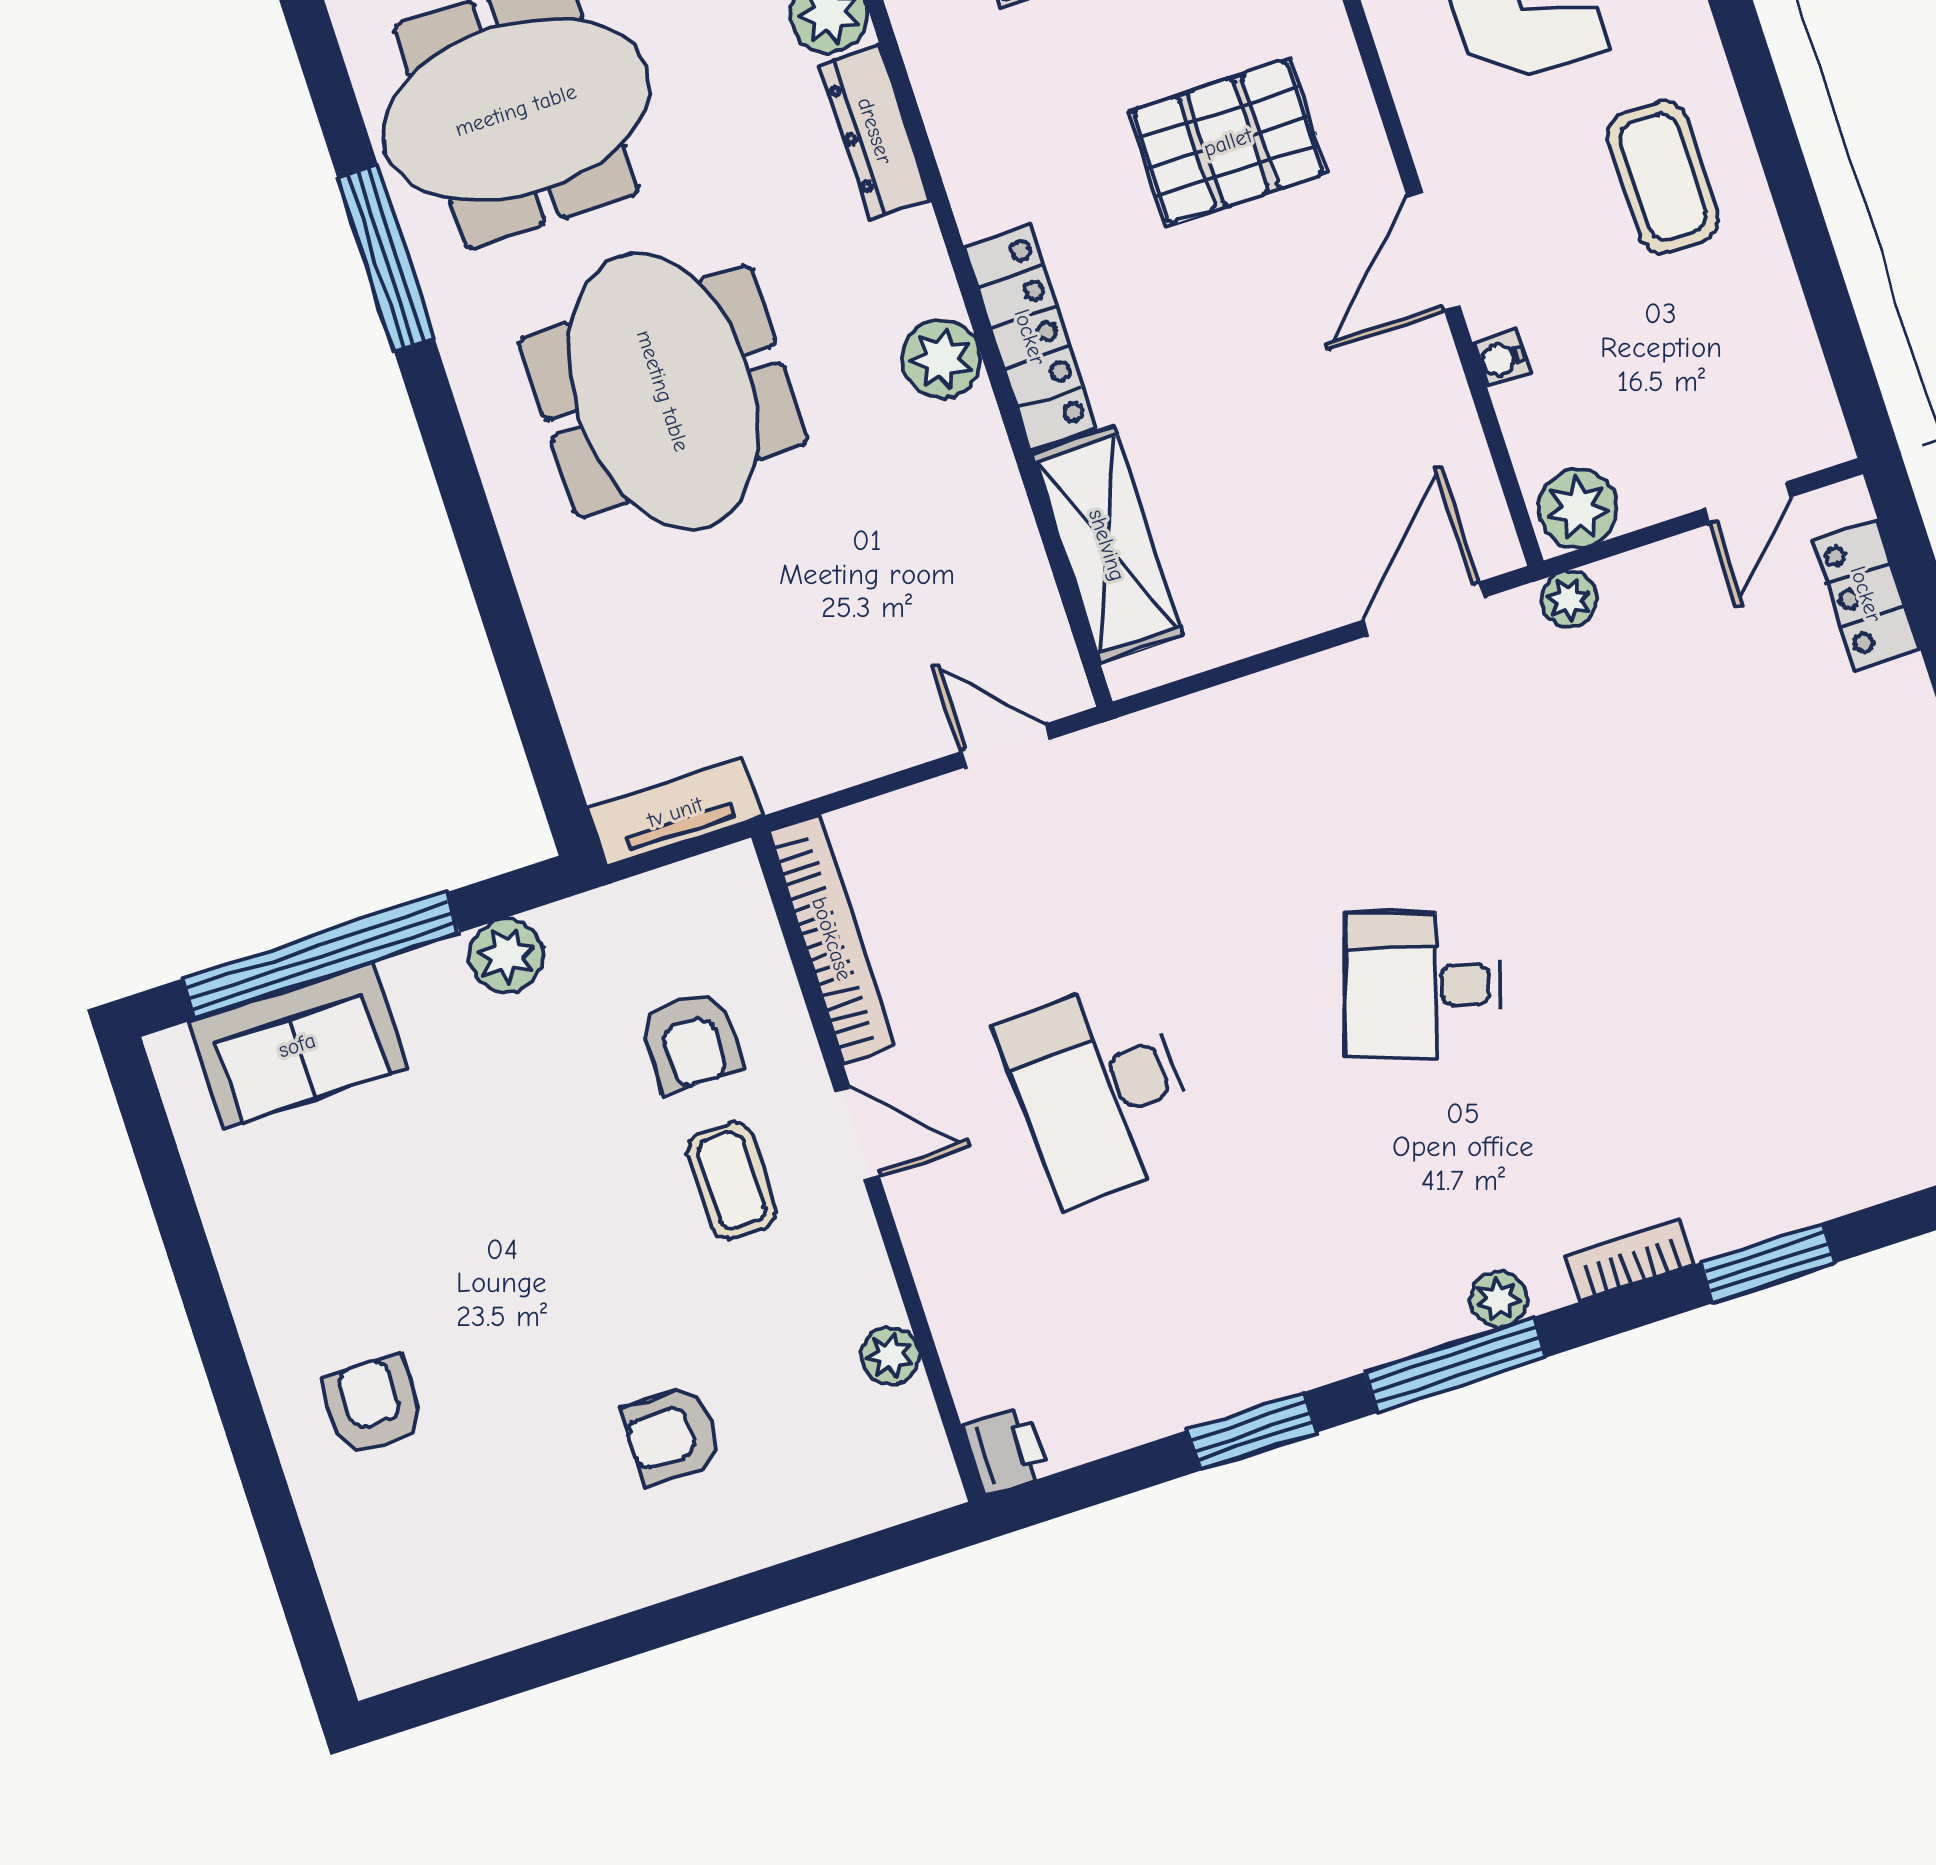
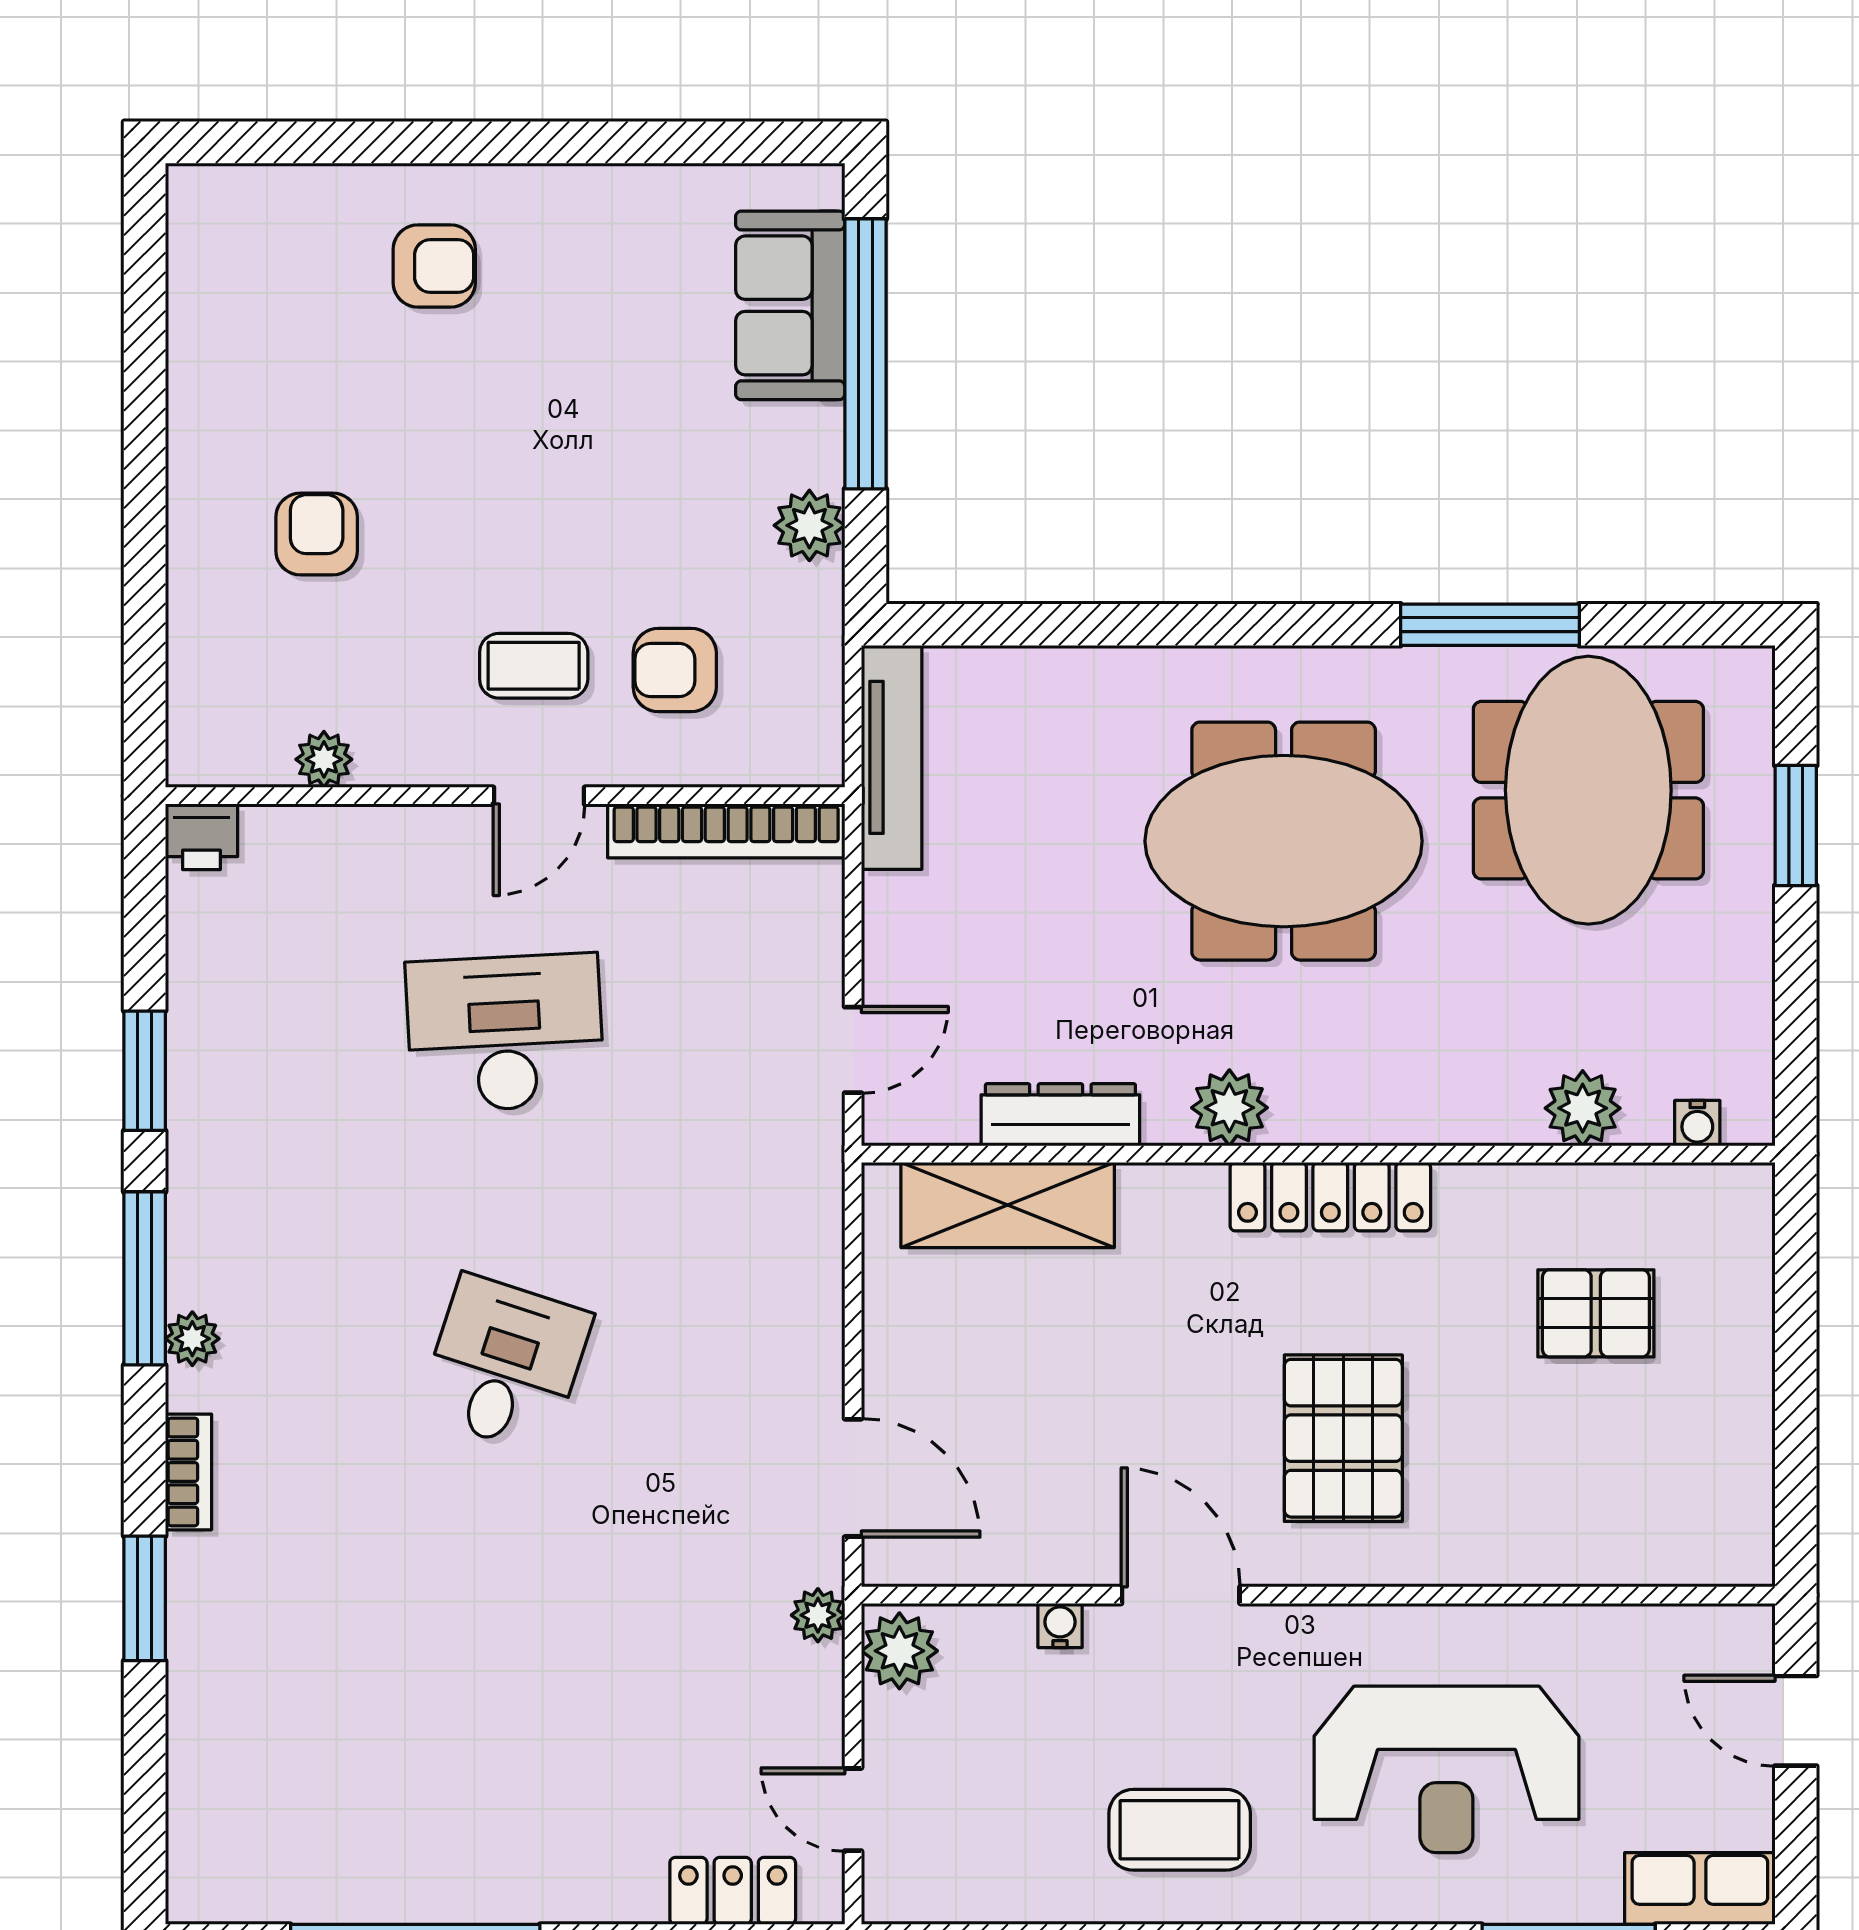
dresser: (875, 131) -> (1060, 1115), moved
locker: (1030, 337) -> (1330, 1197), moved
tv unit: (675, 812) -> (892, 757), width x1.41

